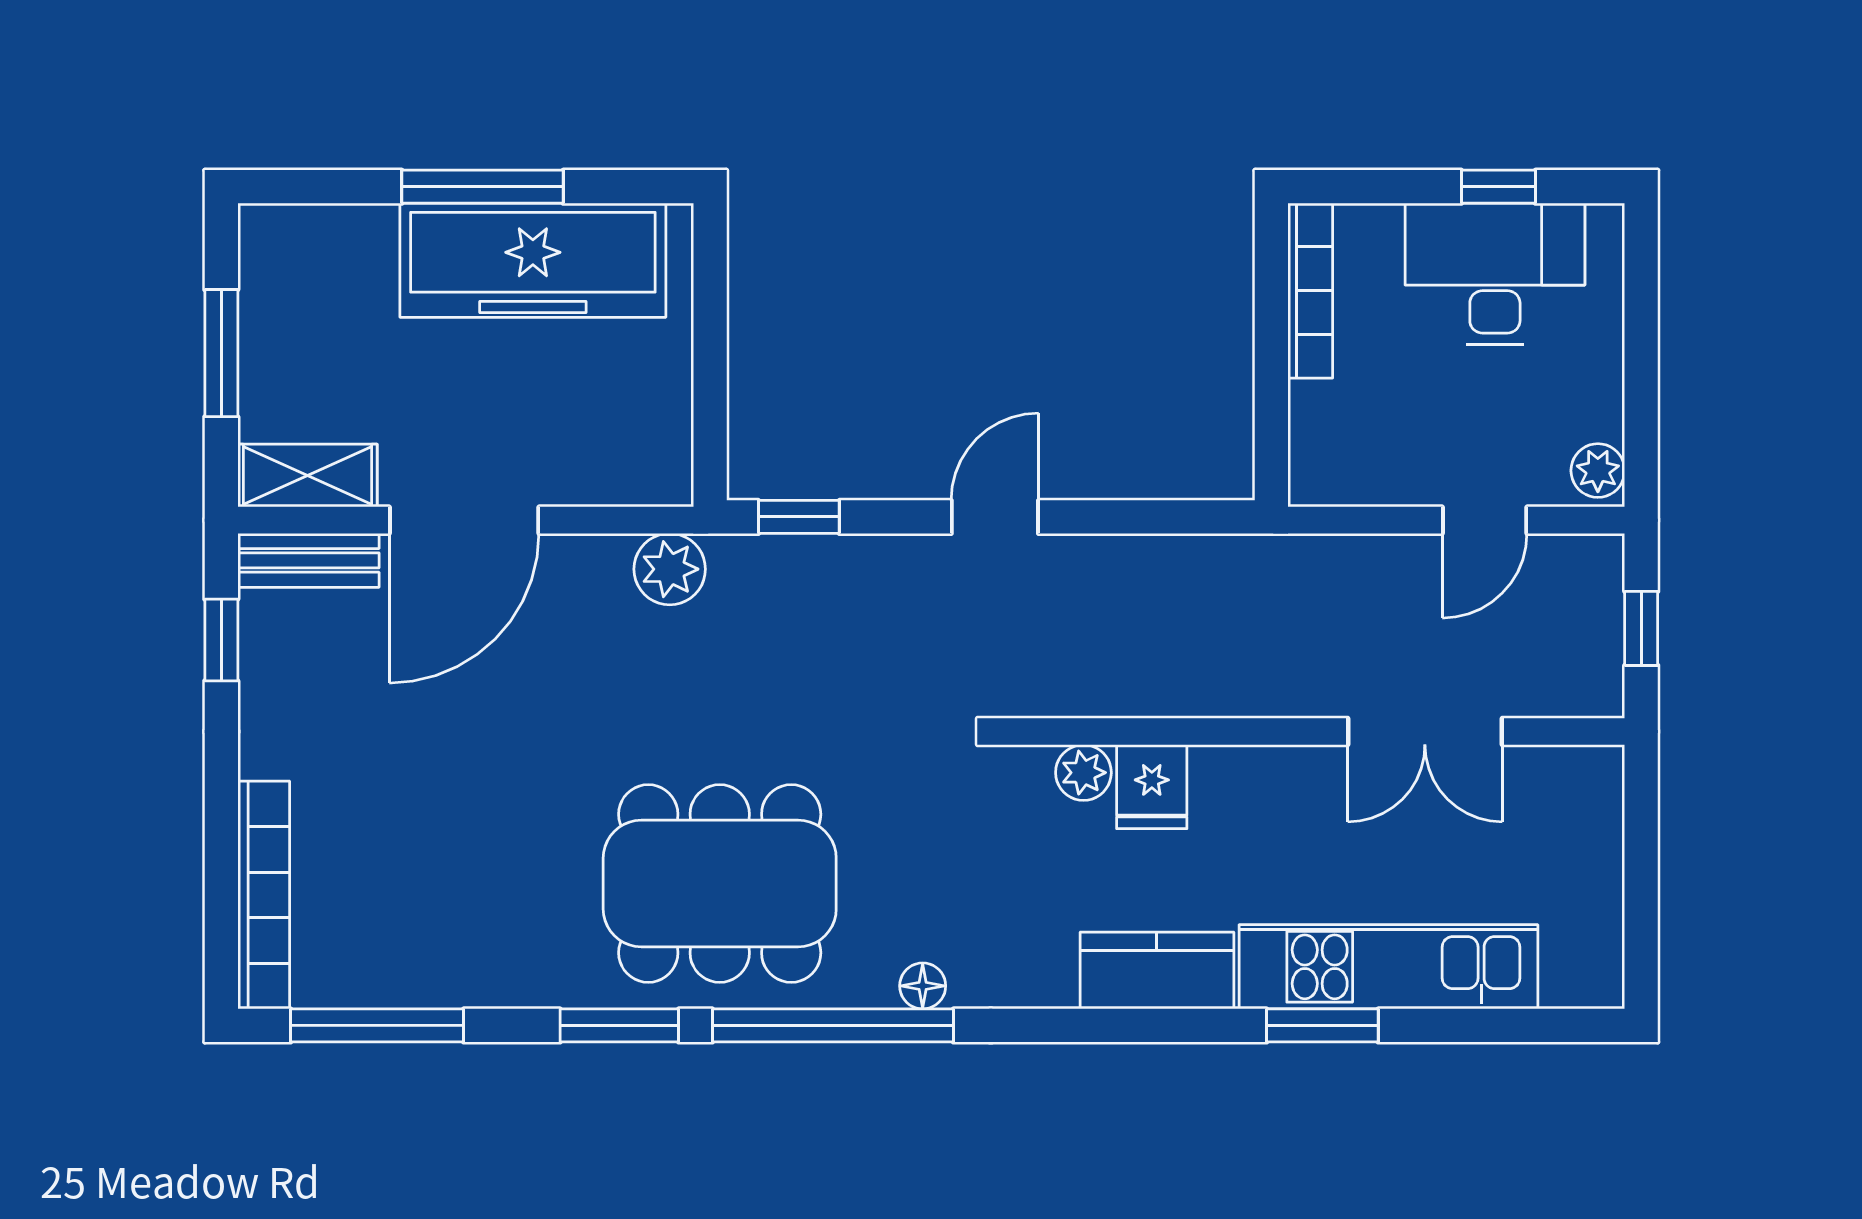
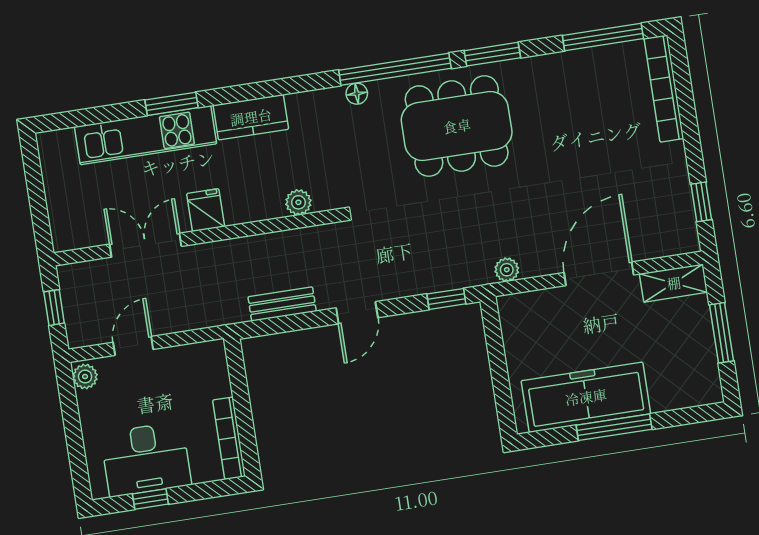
bench: (308, 560) -> (282, 304), moved
plant: (670, 569) -> (507, 270), width x0.73, depth x0.73
fridge: (1152, 787) -> (206, 210), moved

